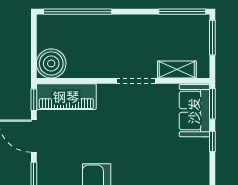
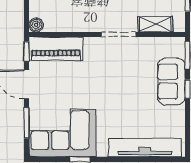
boiler: (51, 63) -> (36, 25), width x0.54, depth x0.54
sofa: (194, 111) -> (171, 81), moved

